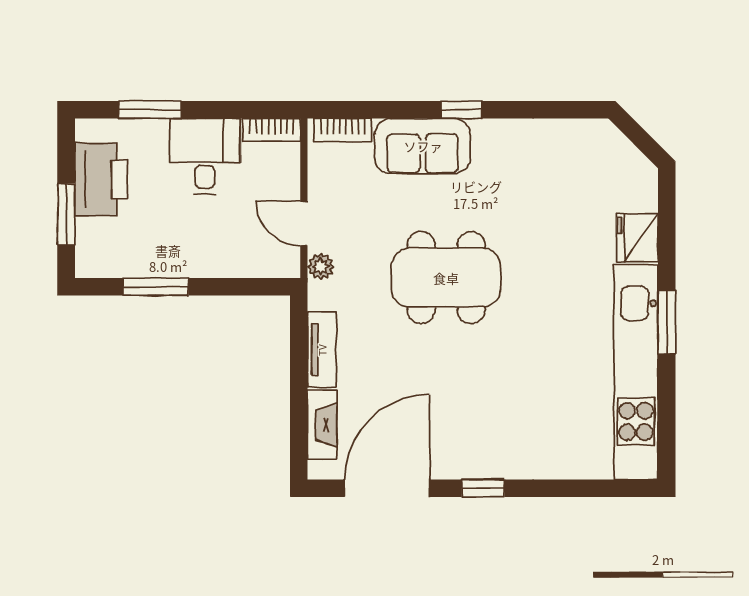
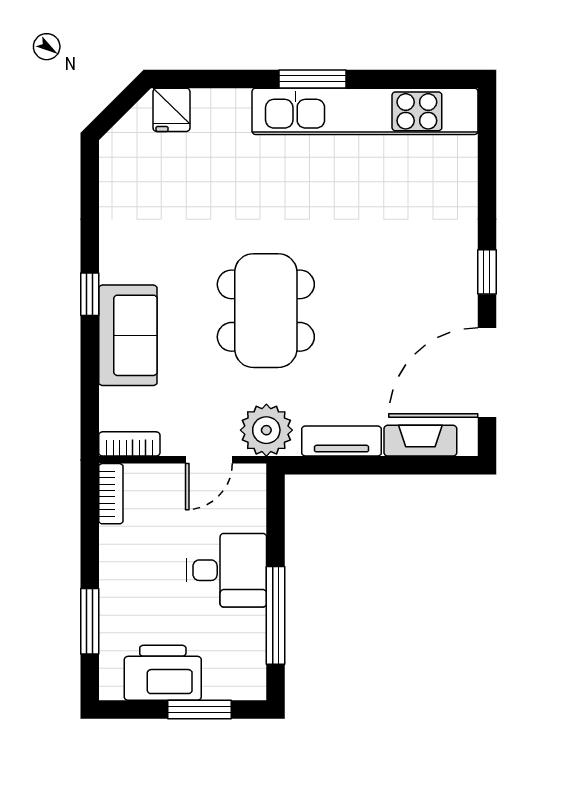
bookcase: (343, 130) -> (129, 444), moved, turned -90
desk: (205, 156) -> (227, 570), moved, turned 180
fridge: (637, 238) -> (172, 110), moved, width x0.72
plant: (321, 266) -> (266, 430), width x1.88, depth x1.88
window: (156, 287) -> (276, 615), width x1.44
door: (387, 488) -> (487, 373), hinge flipped

